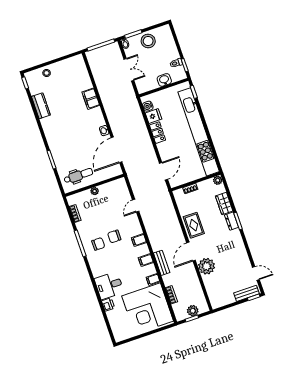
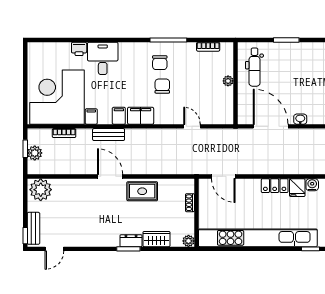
filing cabinet: (139, 240) -> (141, 116), width x2.00
plant: (207, 266) -> (41, 190), moved

